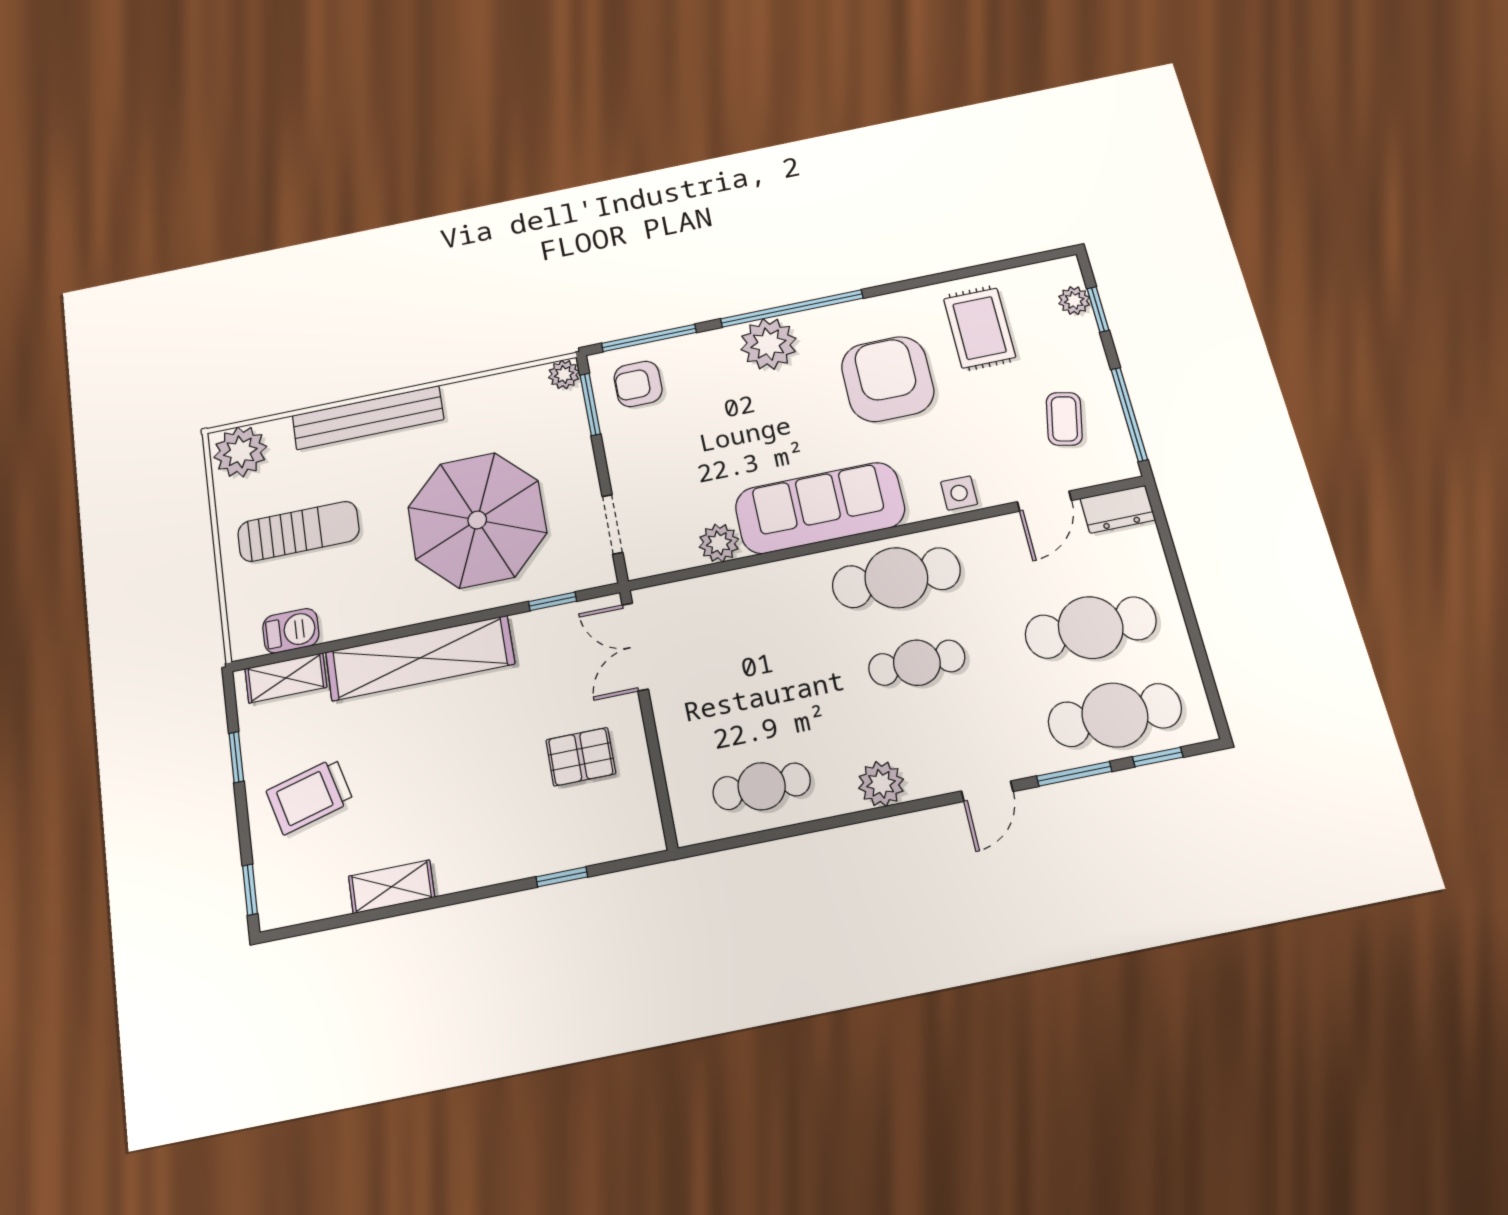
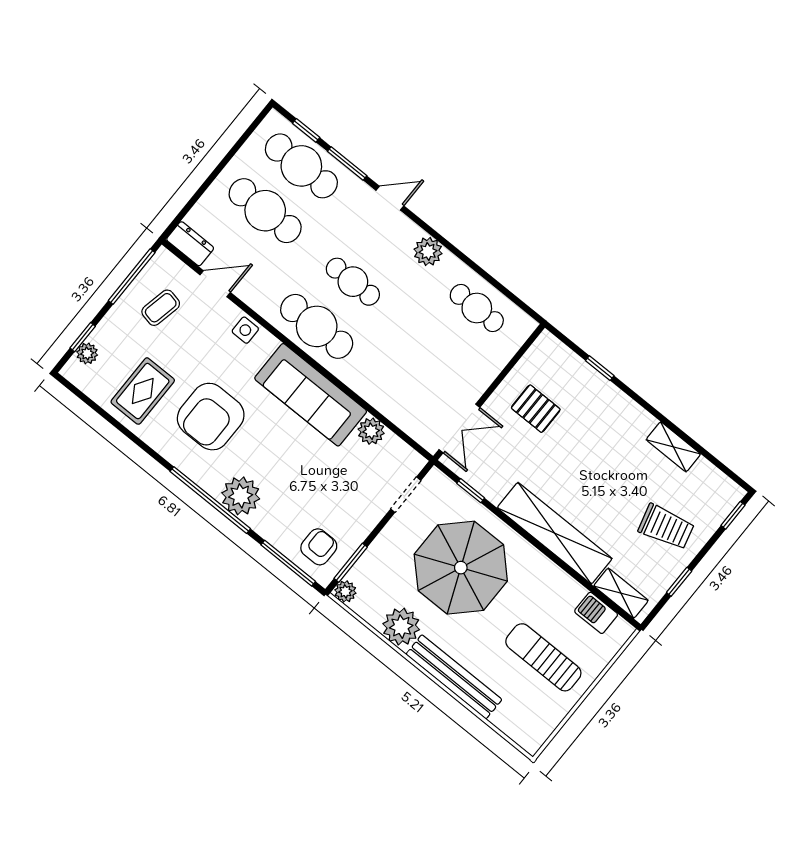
armchair: (638, 384) -> (319, 547), turned -90
plant: (240, 452) -> (401, 627), moved

